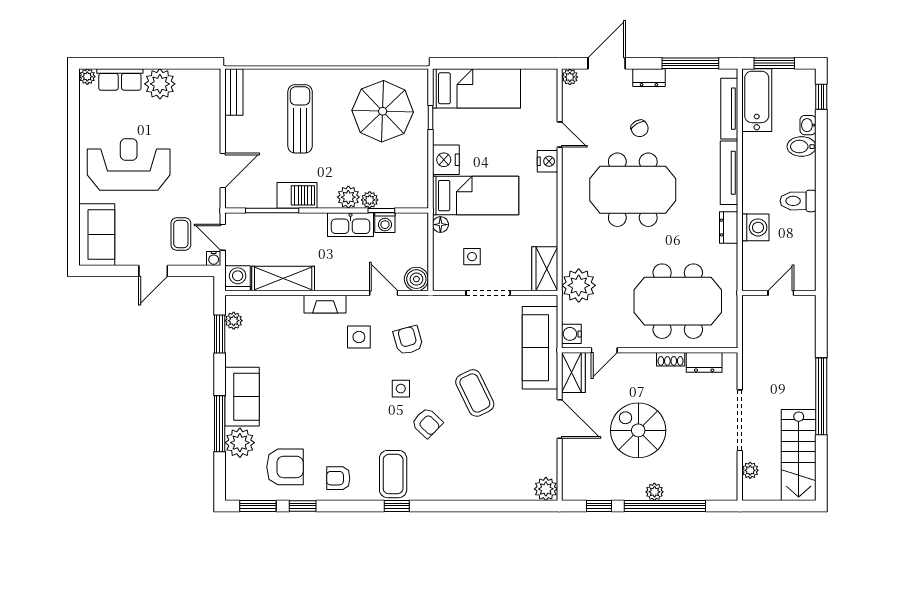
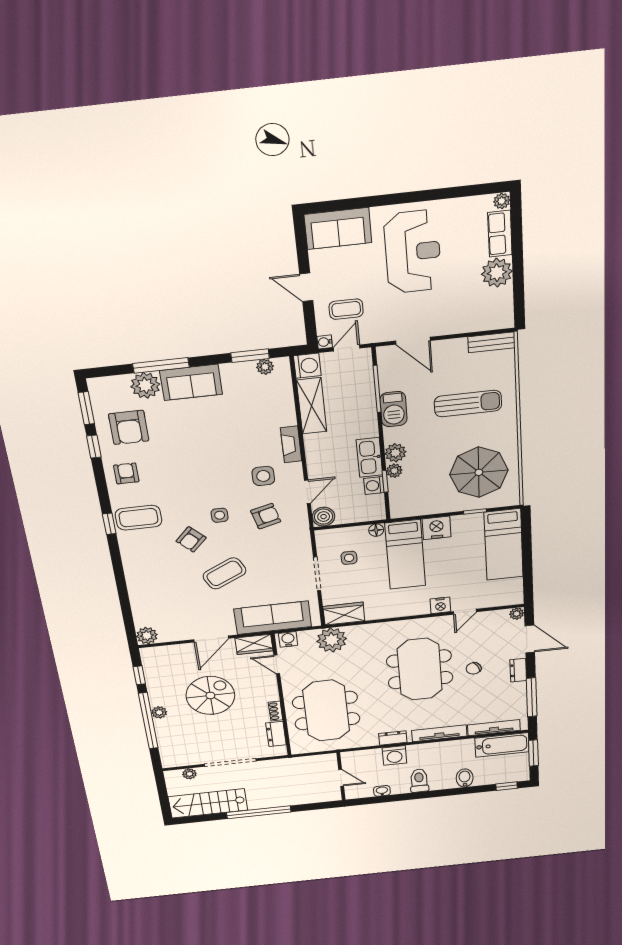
washbasin: (808, 125) -> (382, 791), moved

